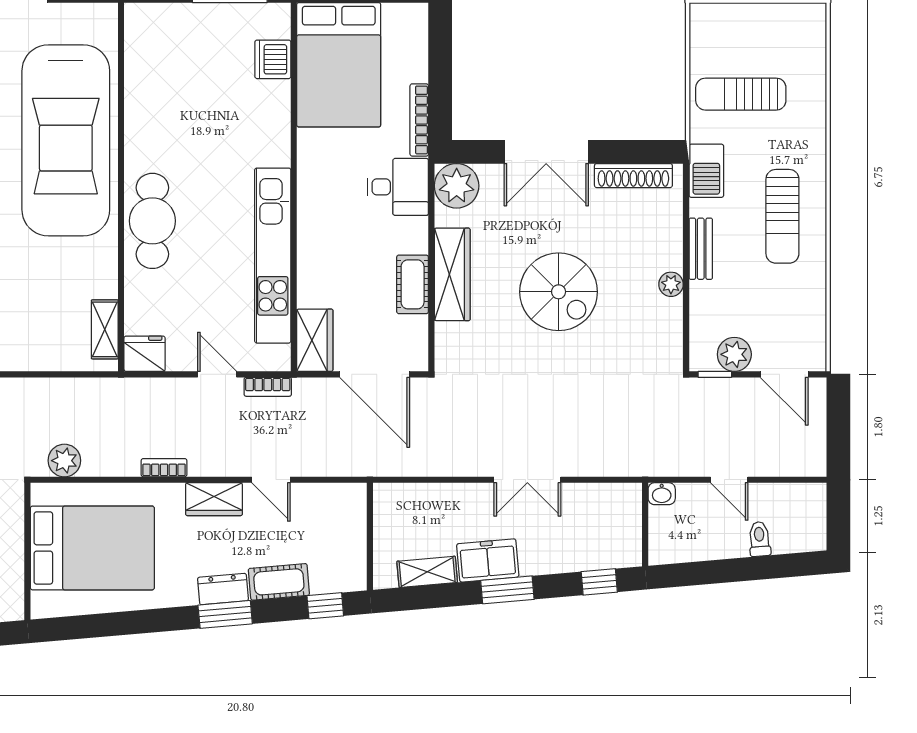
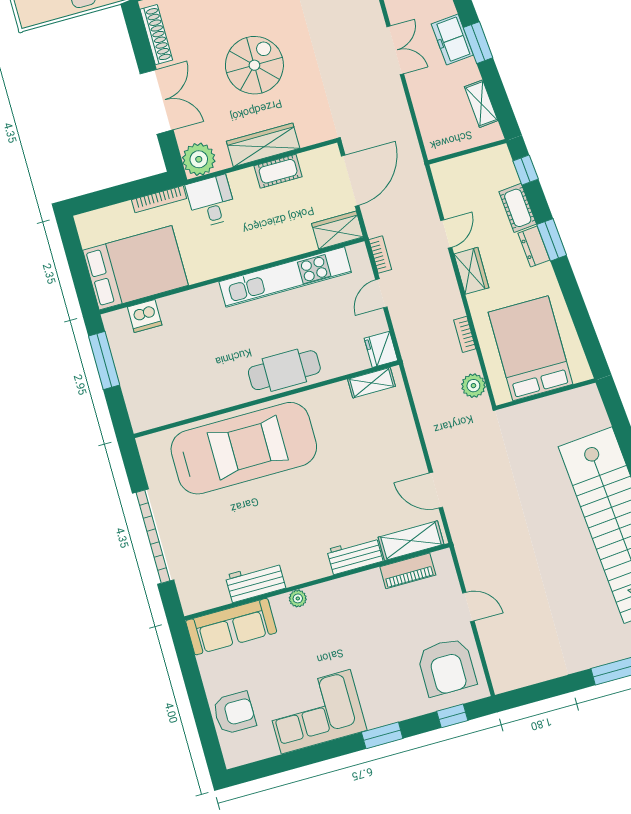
bookcase: (164, 468) -> (465, 334), moved
freezer: (488, 560) -> (452, 40), moved

